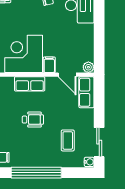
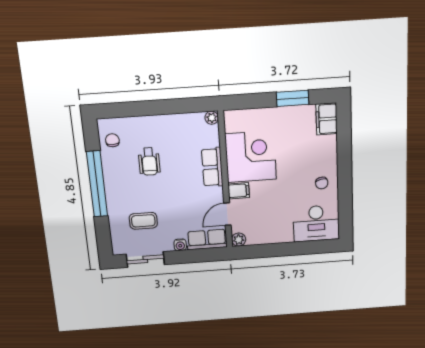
wheelchair: (33, 120) -> (149, 162), moved
water cooler: (89, 162) -> (180, 245), moved

